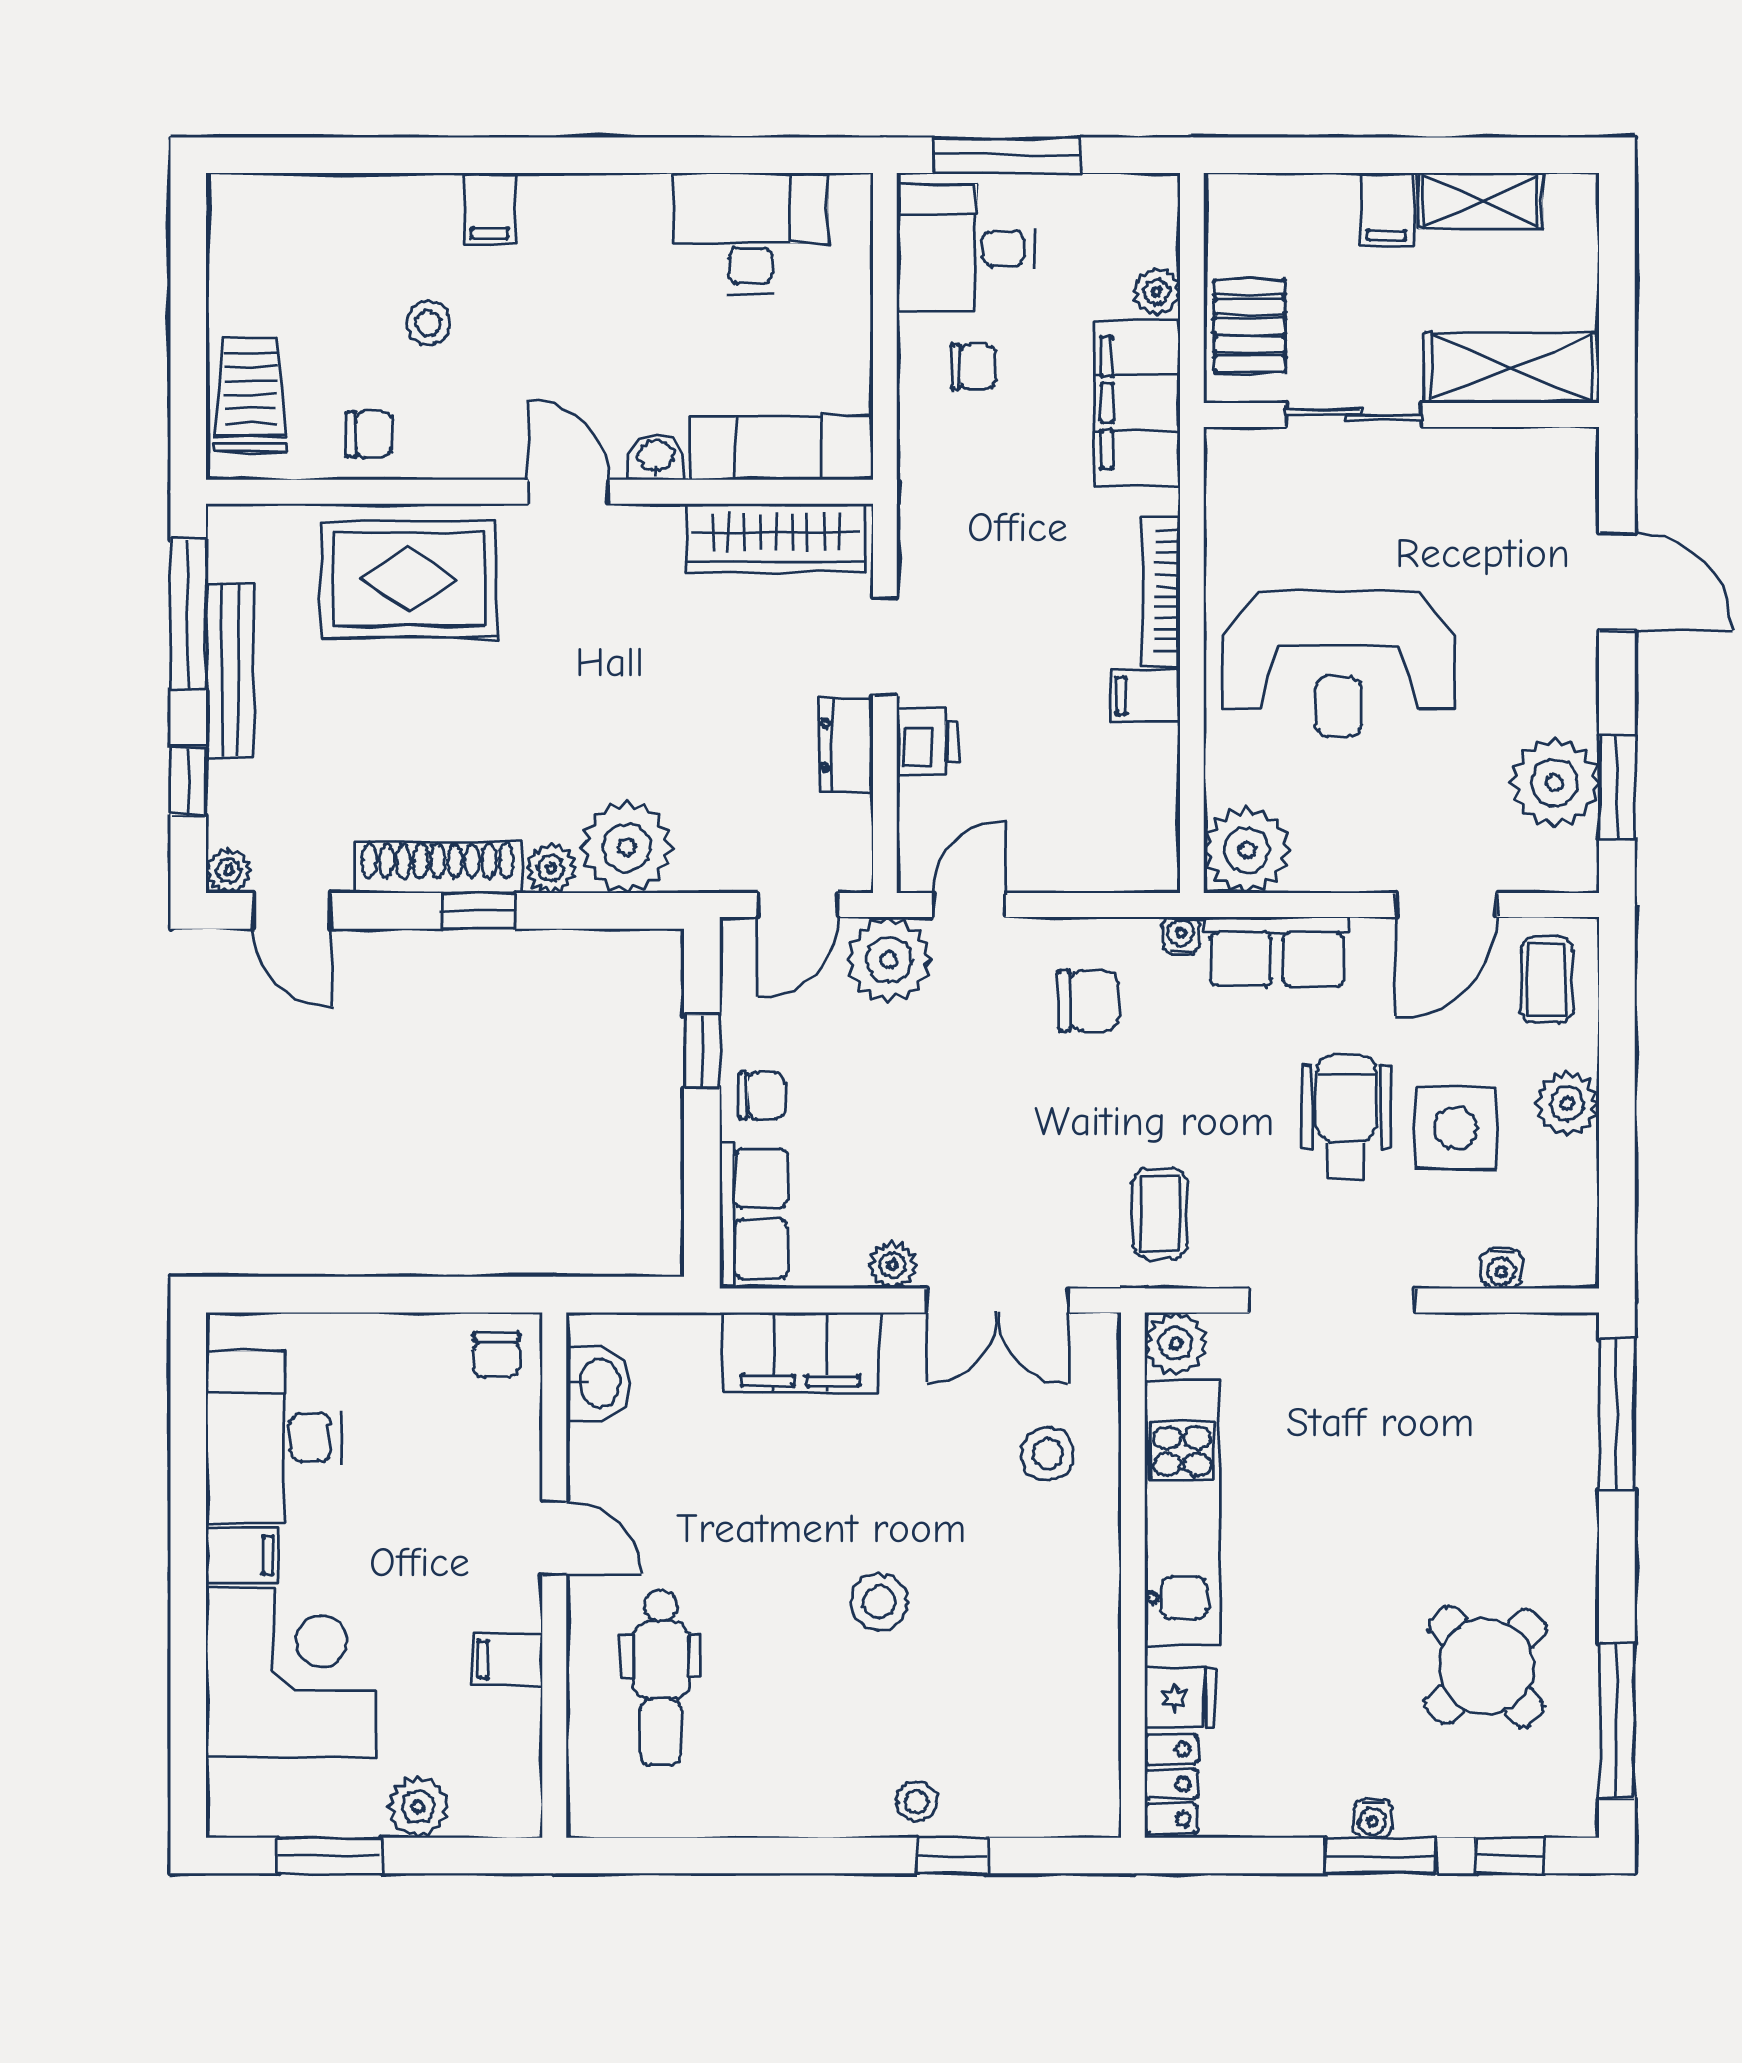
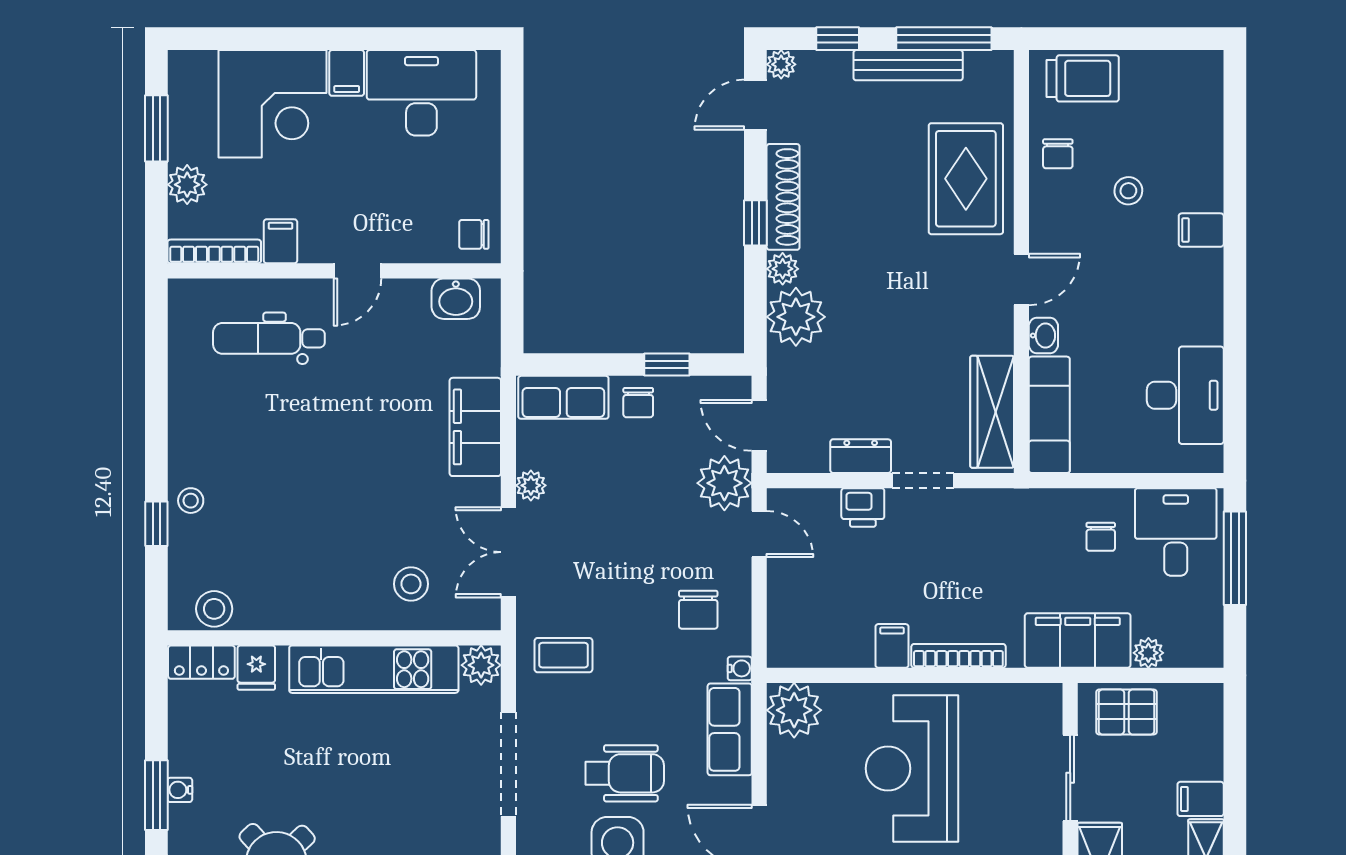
stool: (879, 1602) -> (214, 609), moved
bookcase: (524, 1764) -> (214, 251), added

